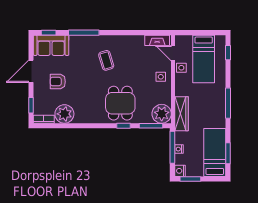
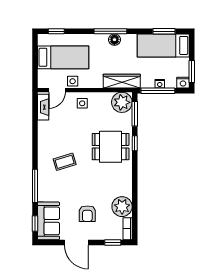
floor lamp: (220, 107) -> (114, 40), added

